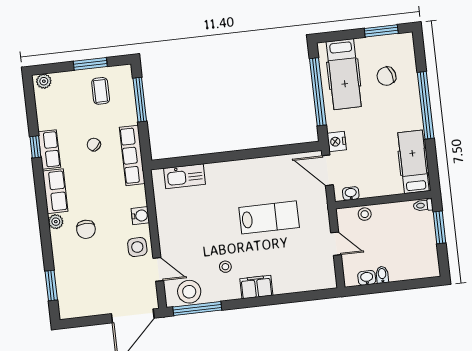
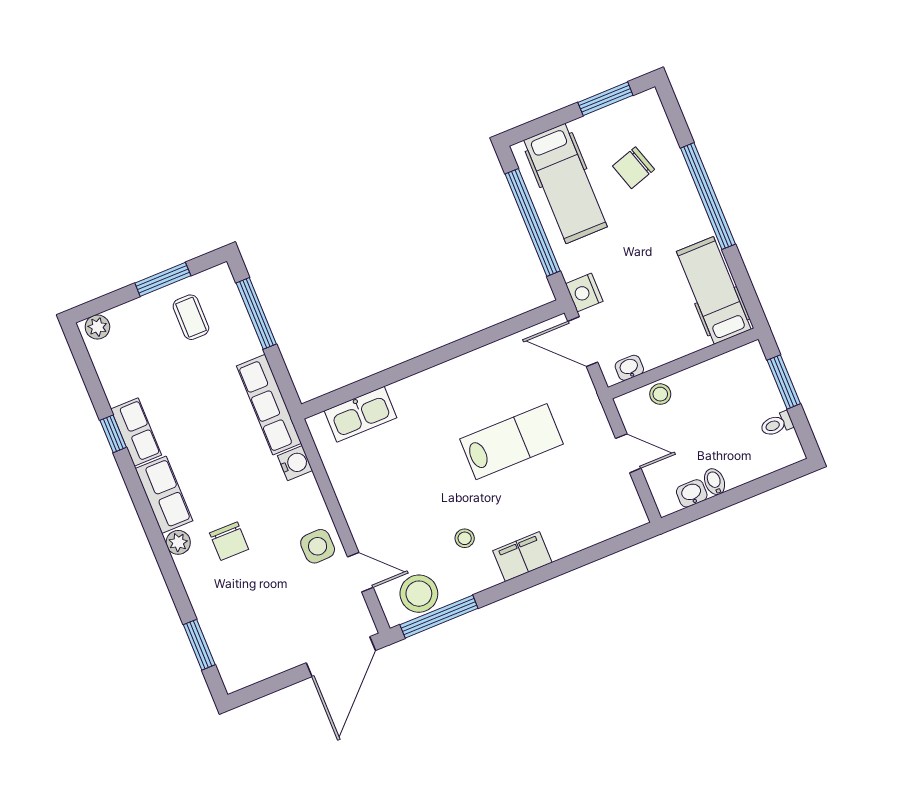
chair: (94, 145) -> (204, 404), removed
toilet: (423, 205) -> (777, 424), moved
water cooler: (140, 216) -> (295, 463), moved

